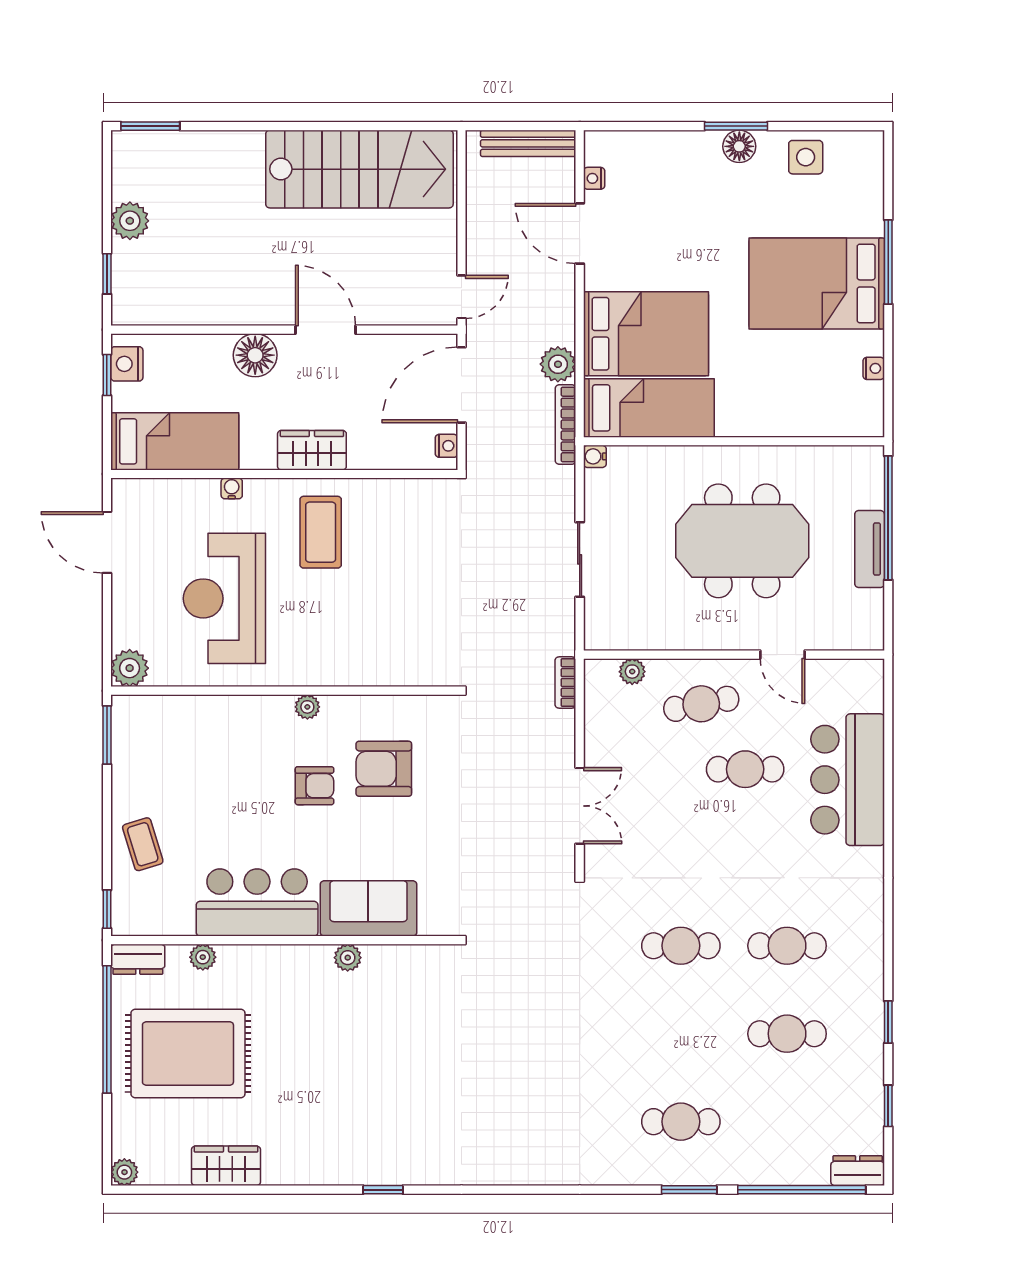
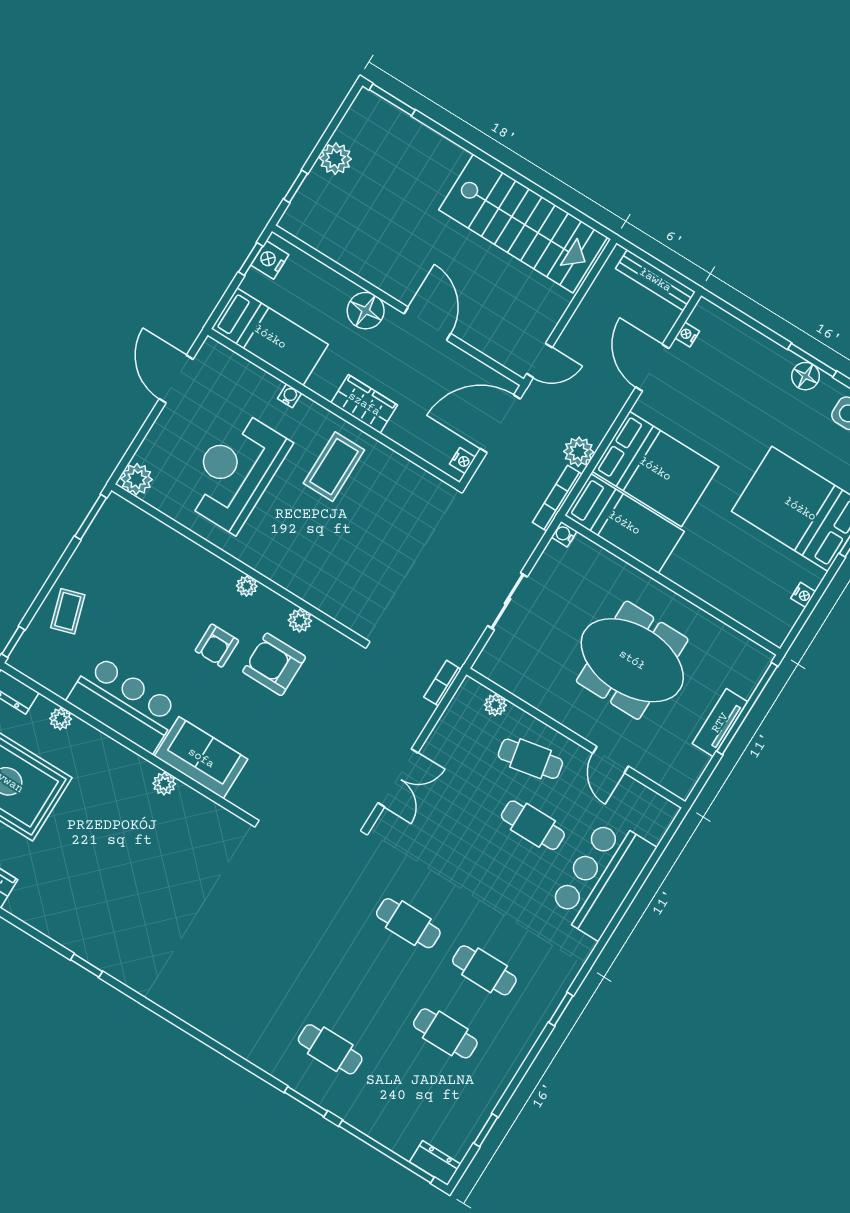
plant: (382, 708) -> (300, 620), added
armchair: (314, 786) -> (217, 646), turned 90
window: (888, 1022) -> (561, 1009), moved

